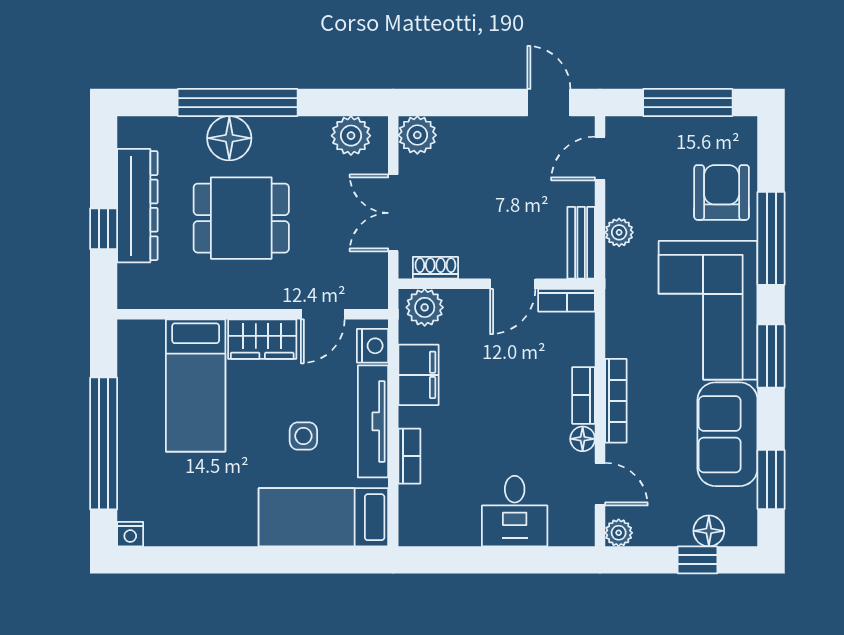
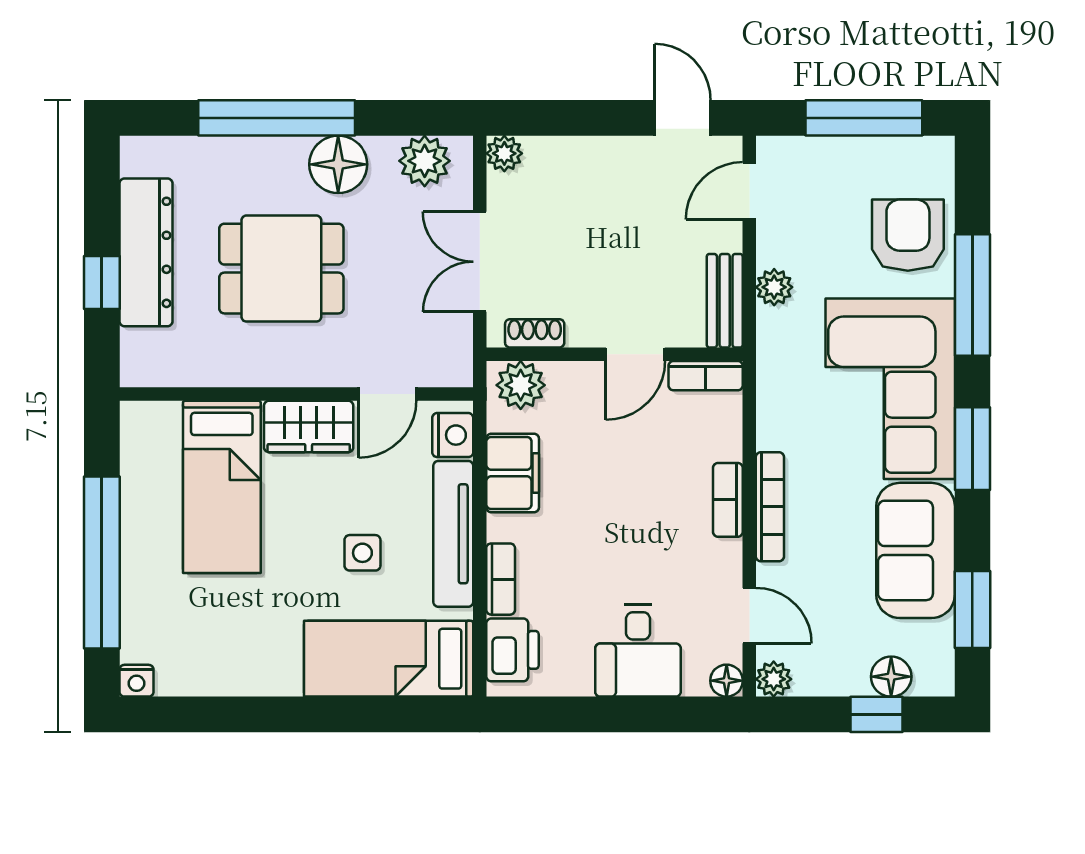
plant: (417, 135) -> (504, 153), width x0.73, depth x0.73
floor lamp: (229, 138) -> (338, 164), moved
floor lamp: (583, 439) -> (727, 681), moved
printer: (418, 510) -> (512, 650), added

